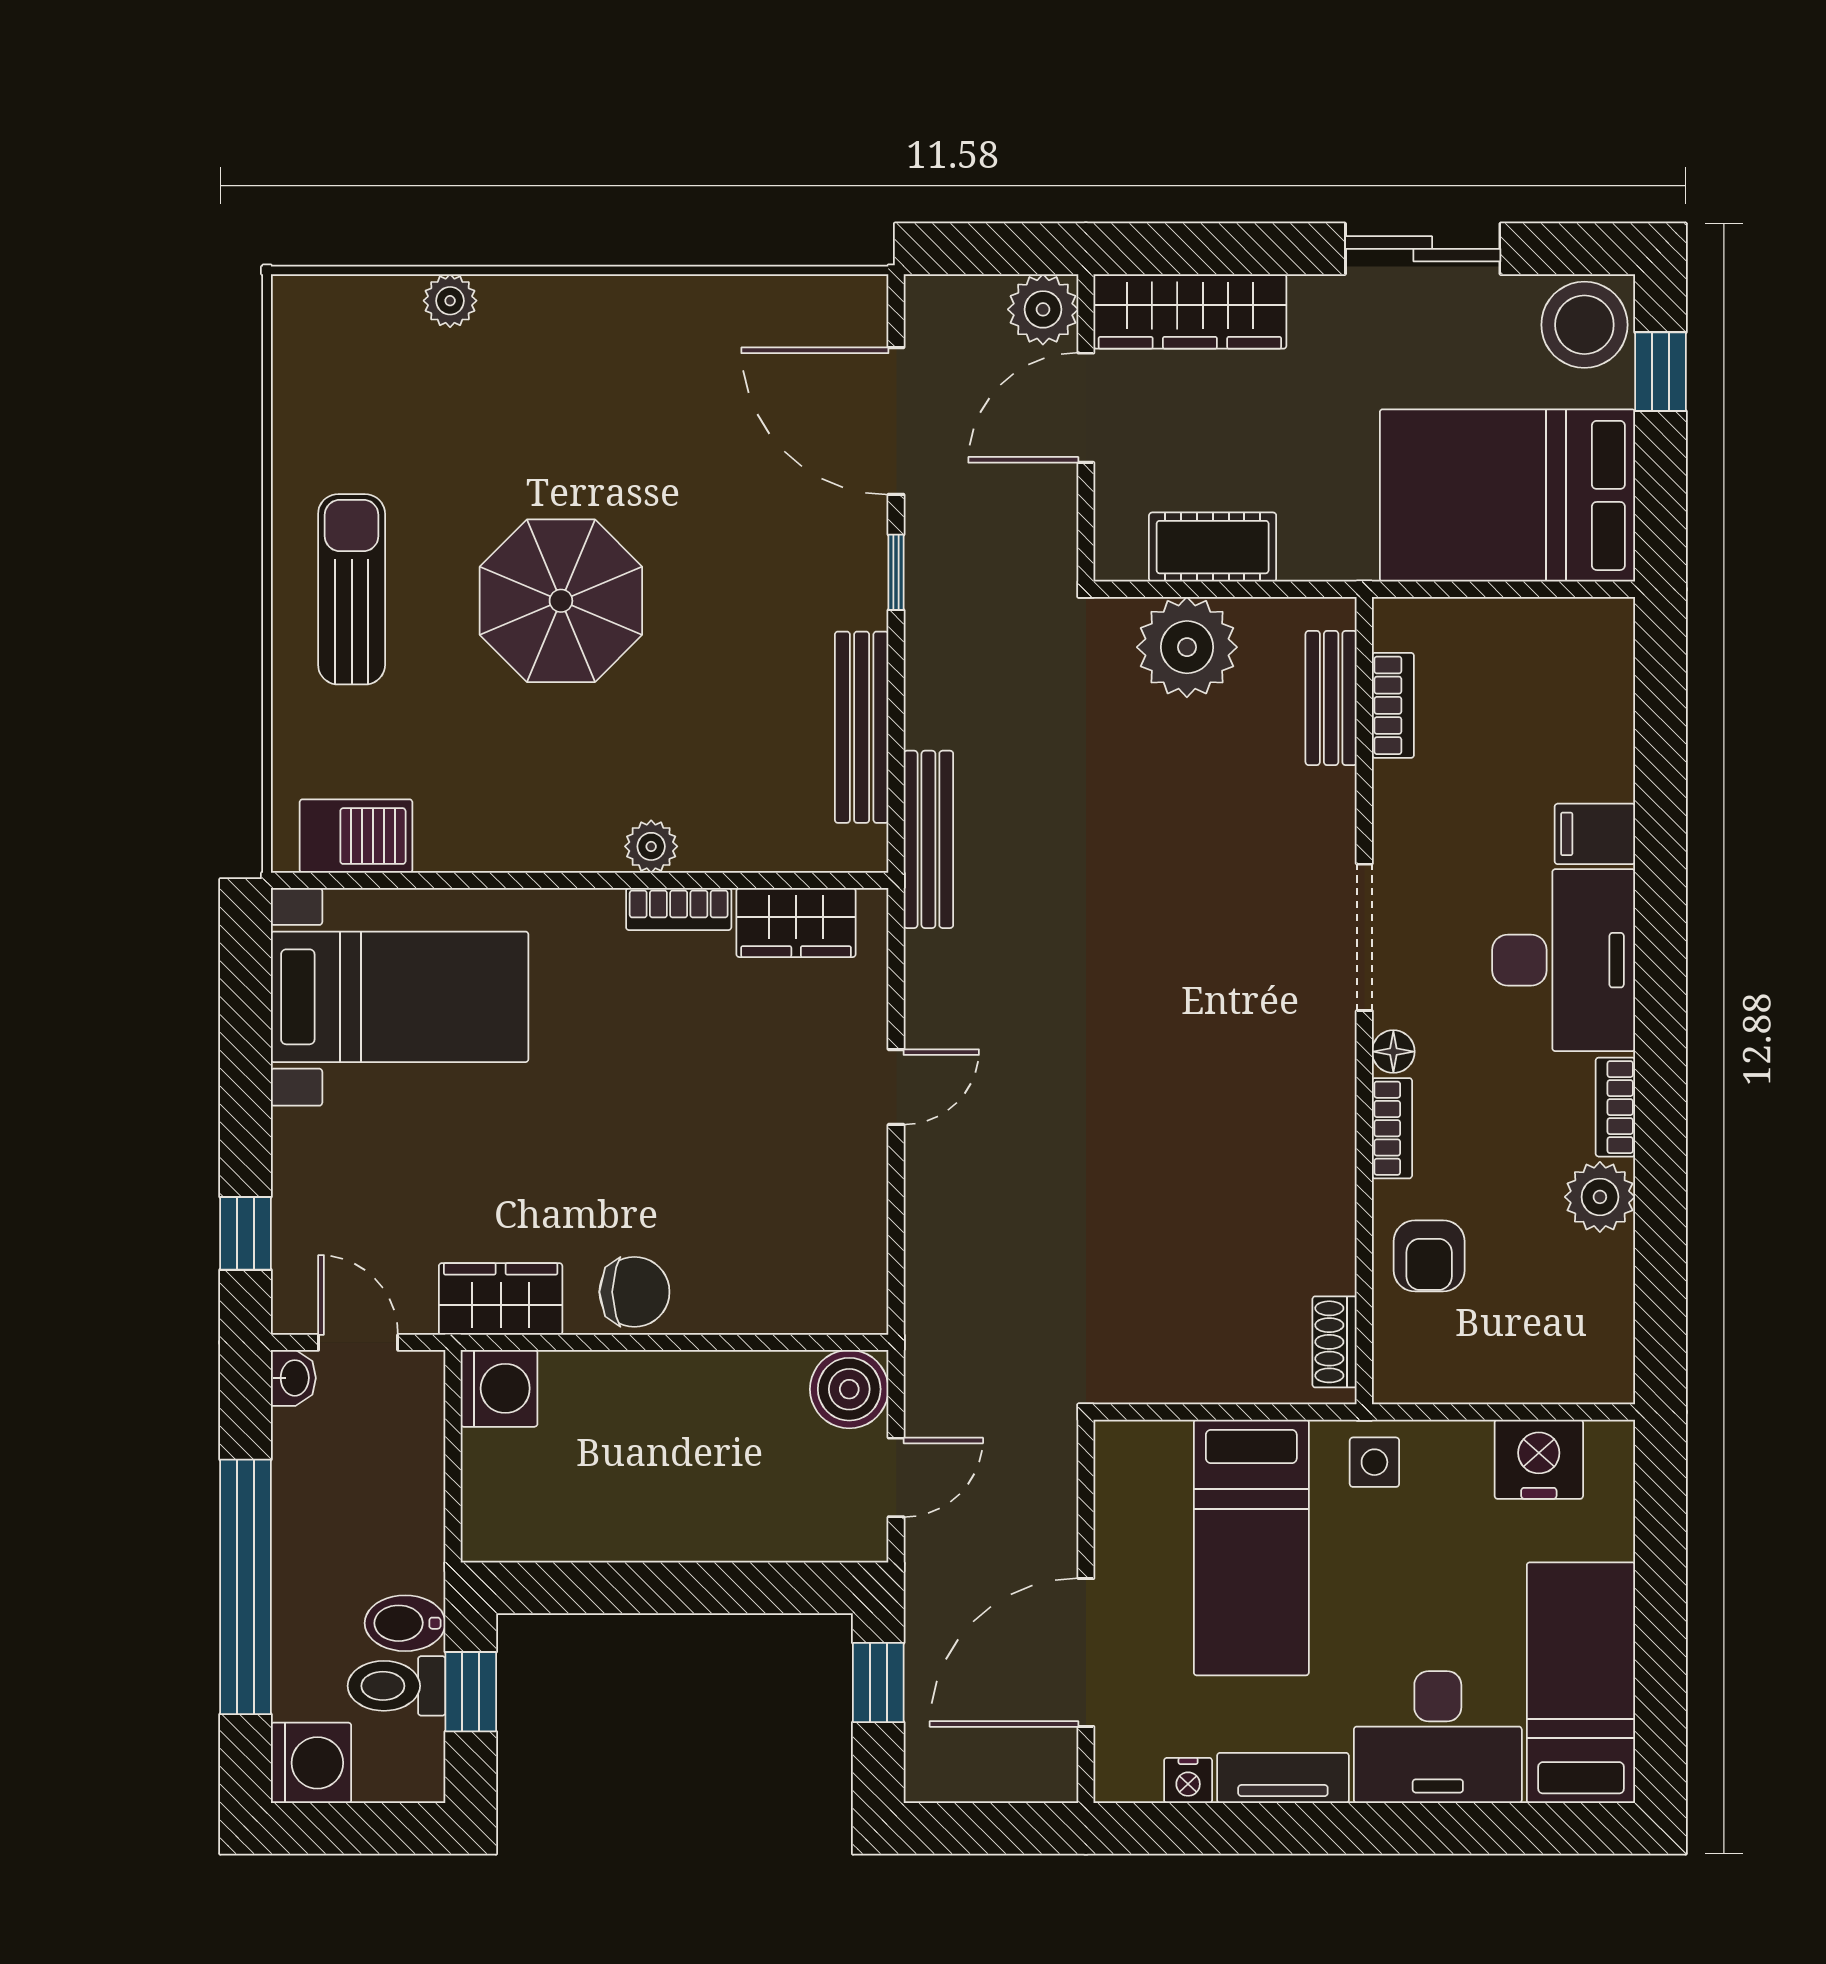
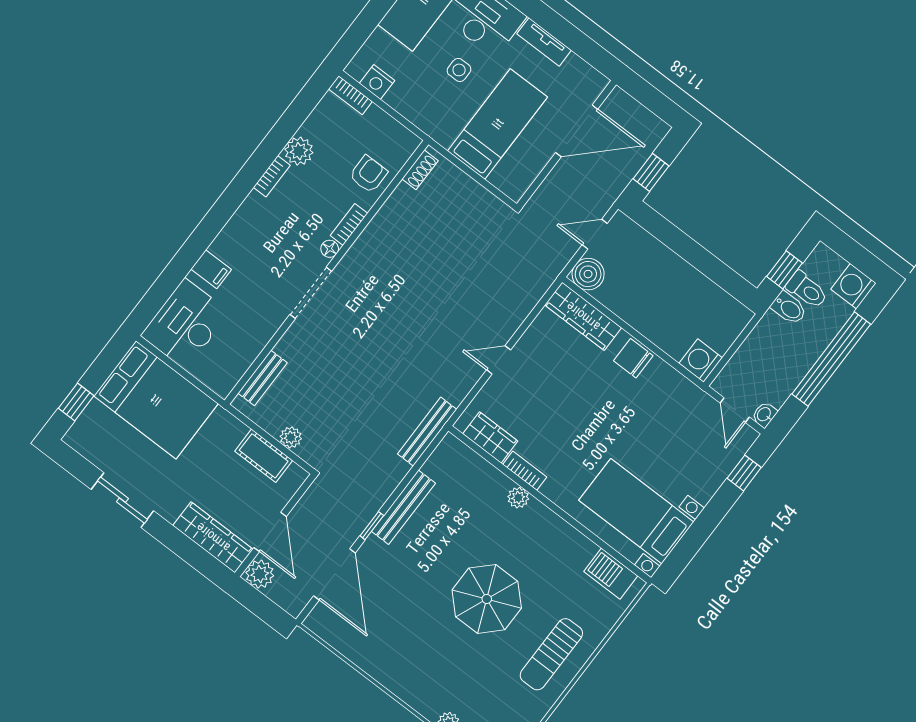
stool: (1584, 325) -> (89, 436), removed
door: (1086, 408) -> (270, 532), hinge flipped
plant: (1187, 647) -> (291, 437), width x0.53, depth x0.53
bookcase: (1393, 705) -> (350, 95), moved, turned -90
bench: (862, 727) -> (403, 507), moved
desk: (1564, 960) -> (185, 324), moved
wardrobe: (501, 1299) -> (583, 316), moved, width x1.50
nightstand: (1539, 1459) -> (377, 82), width x0.74, depth x0.75
side table: (1374, 1462) -> (459, 70), moved
nightstand: (1188, 1780) -> (575, 65), removed

